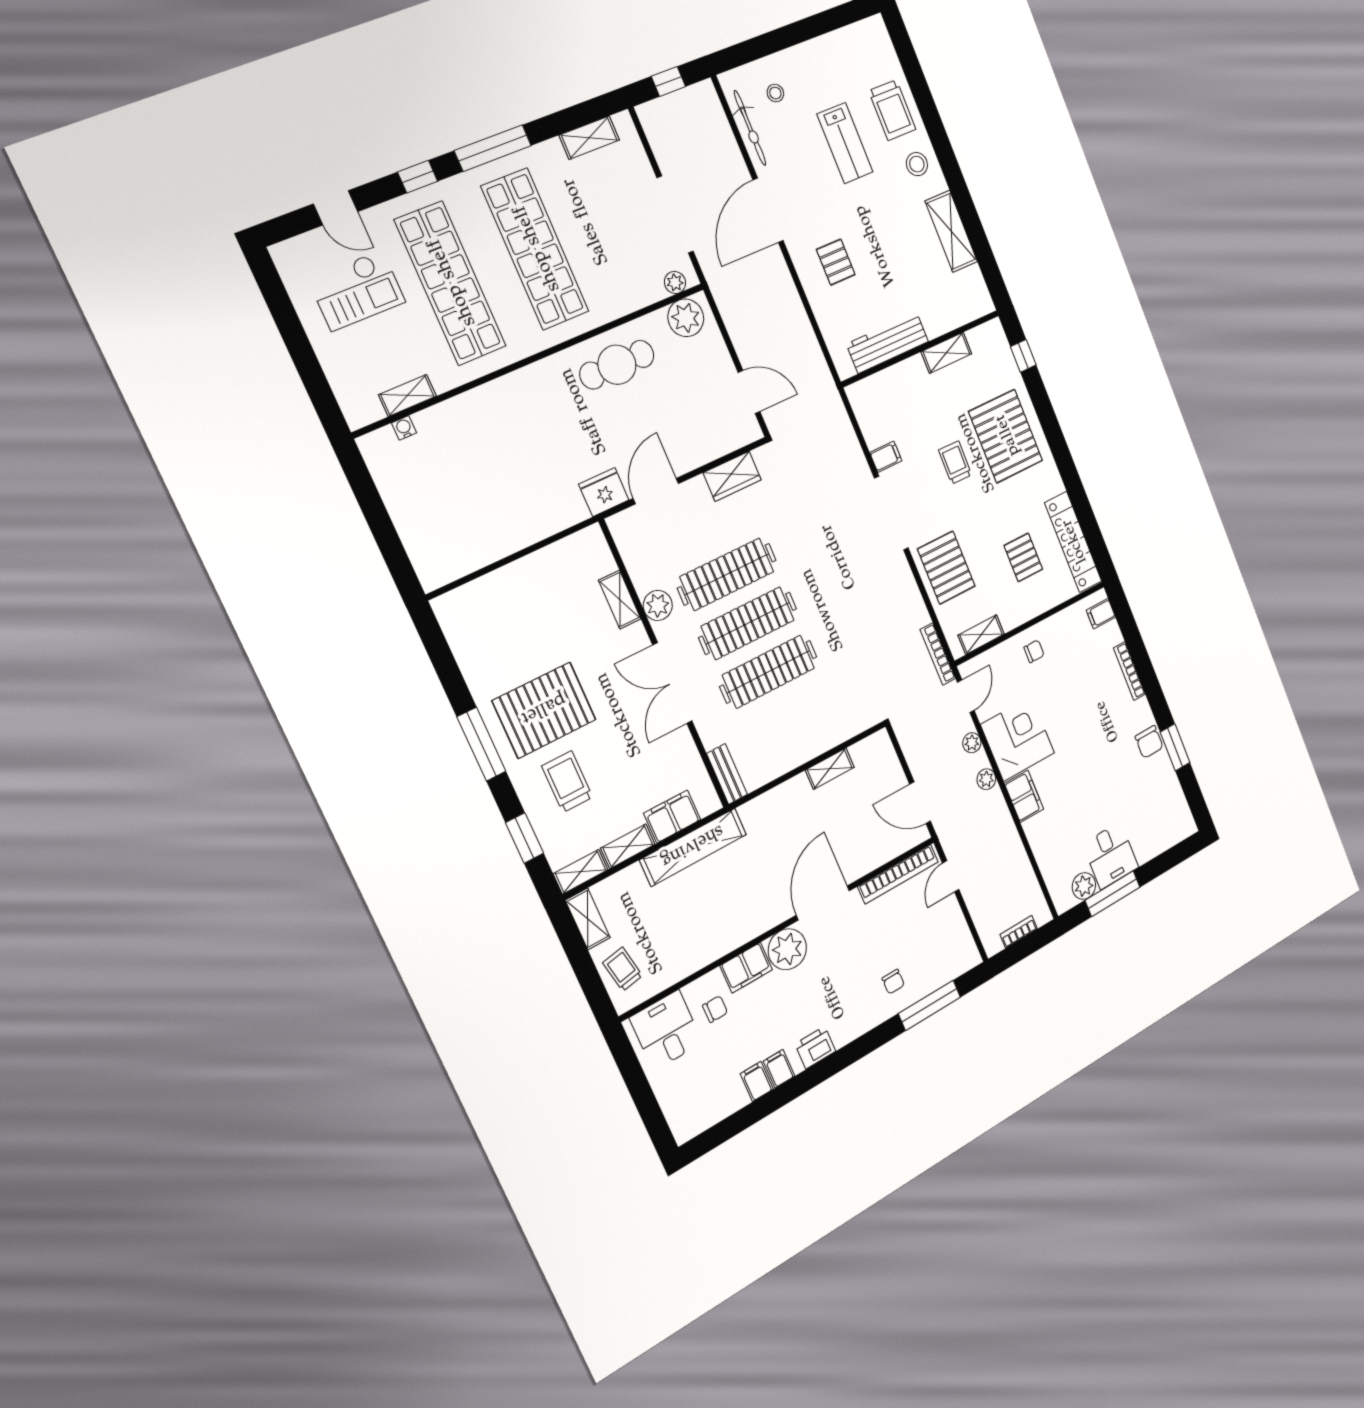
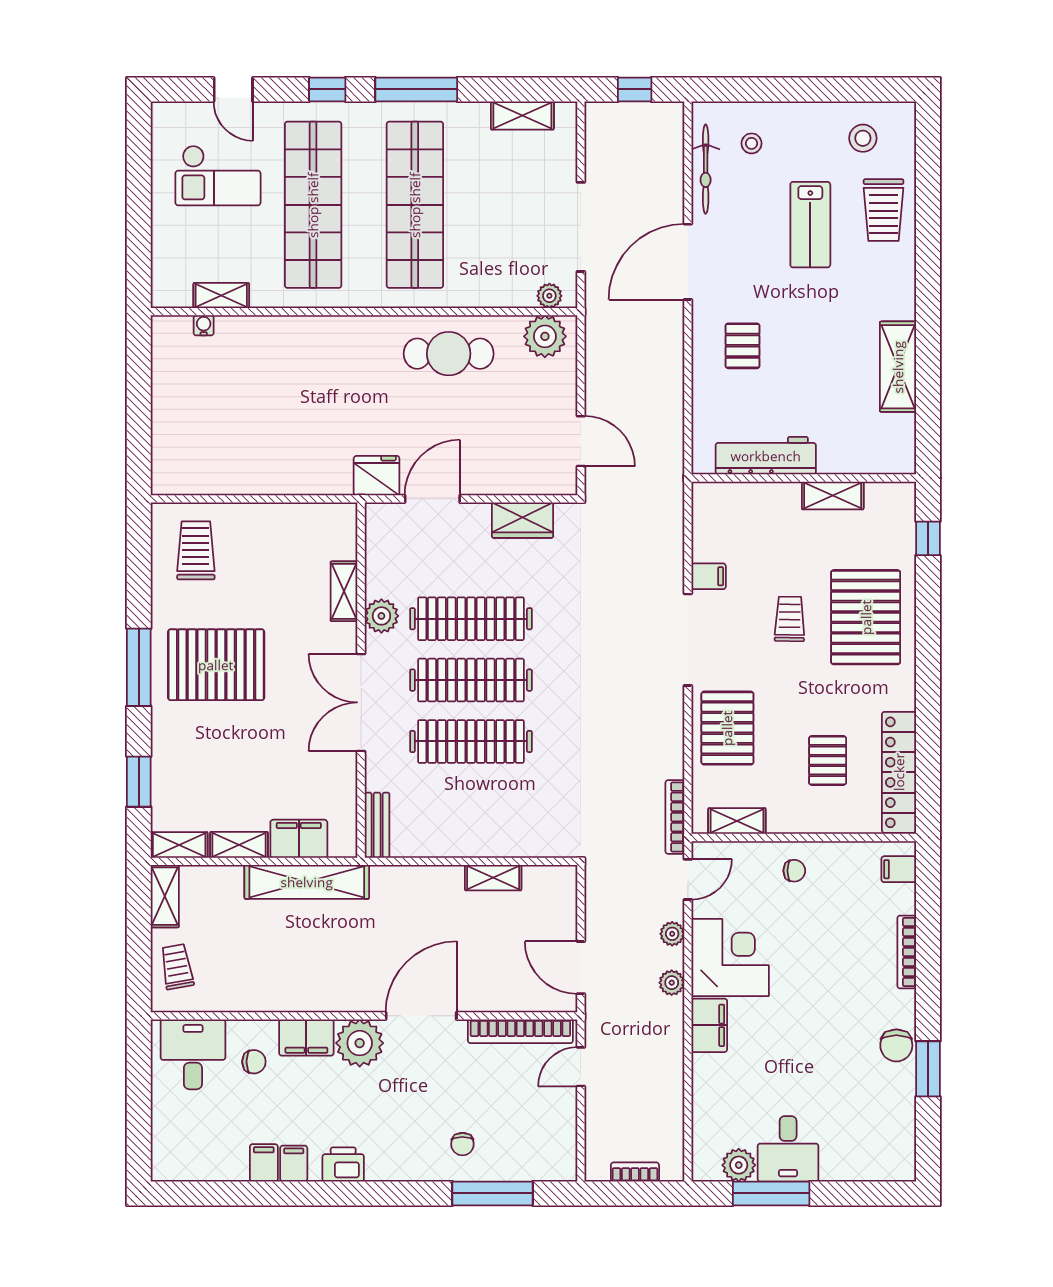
stool: (917, 164) -> (863, 138), moved
trolley: (567, 782) -> (196, 550), moved

